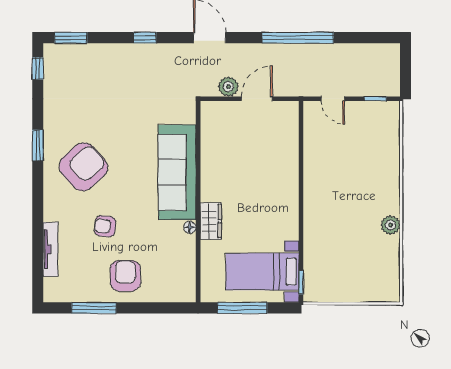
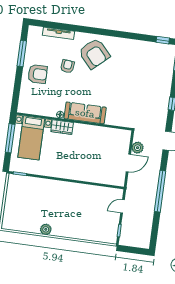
door: (257, 99) -> (128, 163), hinge flipped
window: (38, 145) -> (119, 34), removed
armchair: (83, 167) -> (94, 53), moved
sofa: (177, 172) -> (85, 113), width x0.74, depth x0.79
bed with nightstands: (262, 272) -> (31, 138), moved, turned 180

